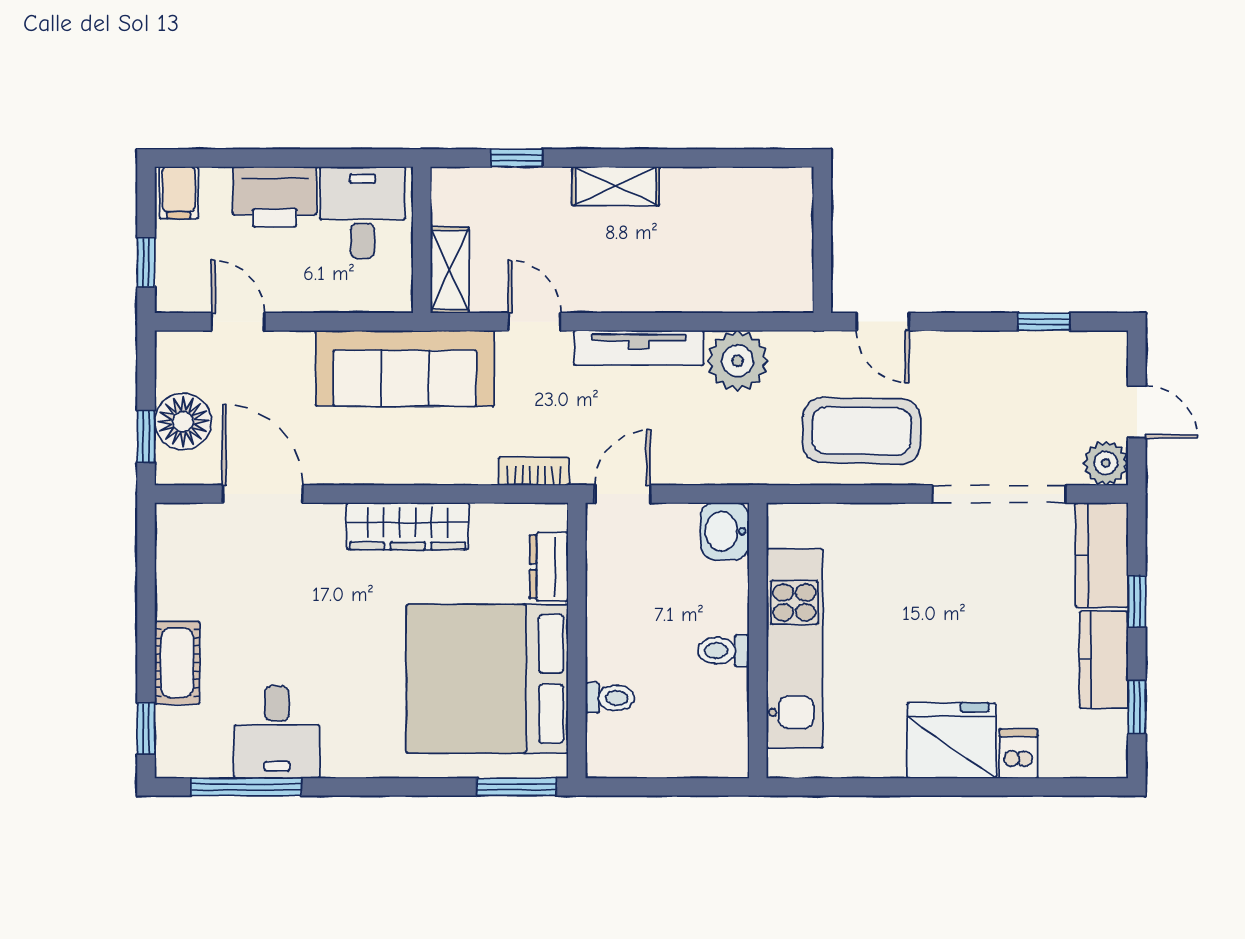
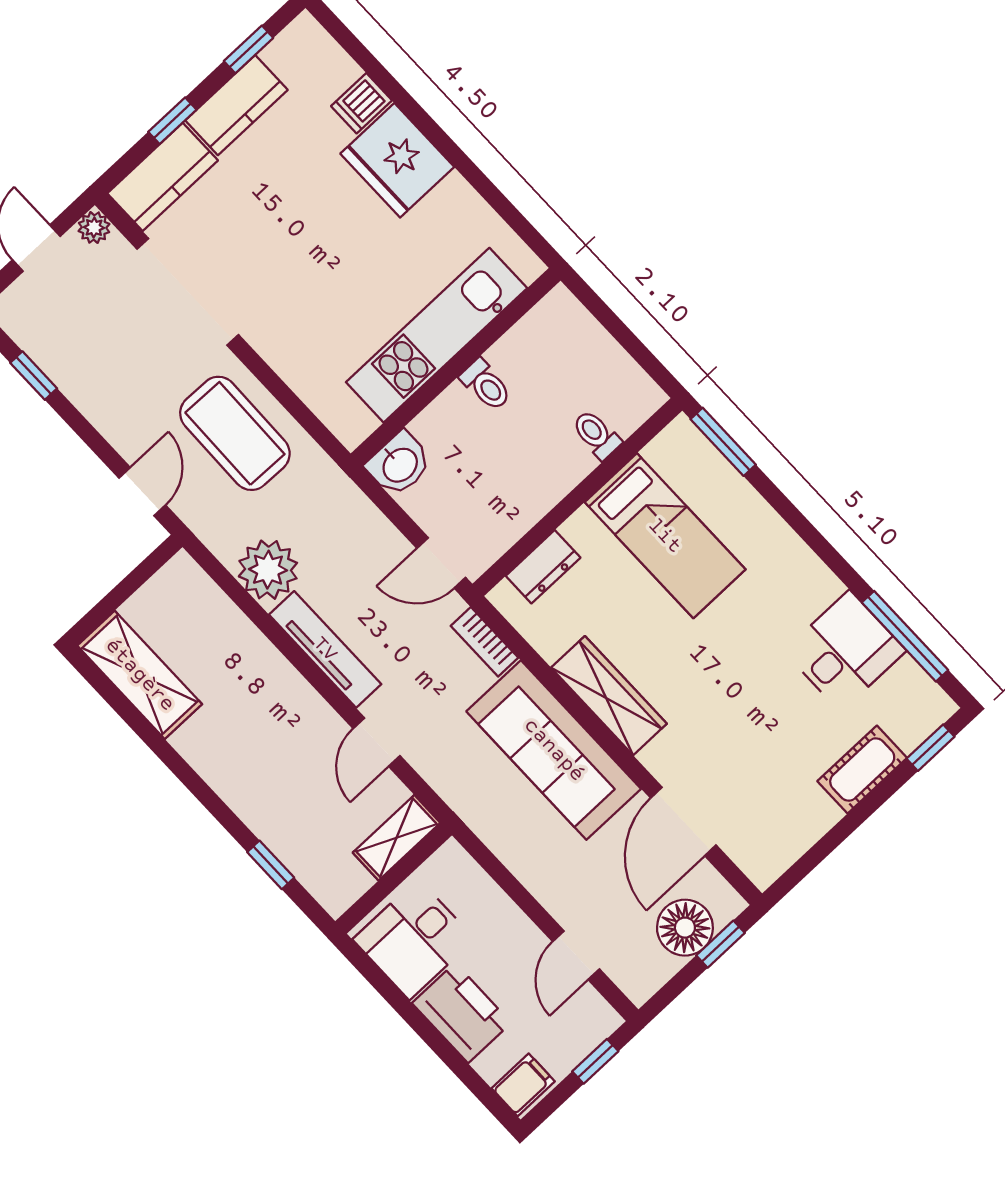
shelving: (616, 186) -> (140, 675), moved, width x1.50, depth x1.33
sofa: (405, 368) -> (554, 750), moved, turned 180
plant: (1106, 463) -> (94, 228), width x0.73, depth x0.73
bed: (487, 679) -> (665, 536), width x0.49

